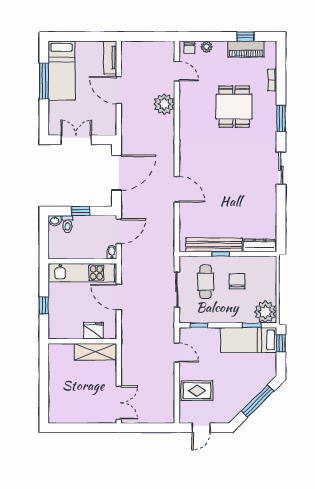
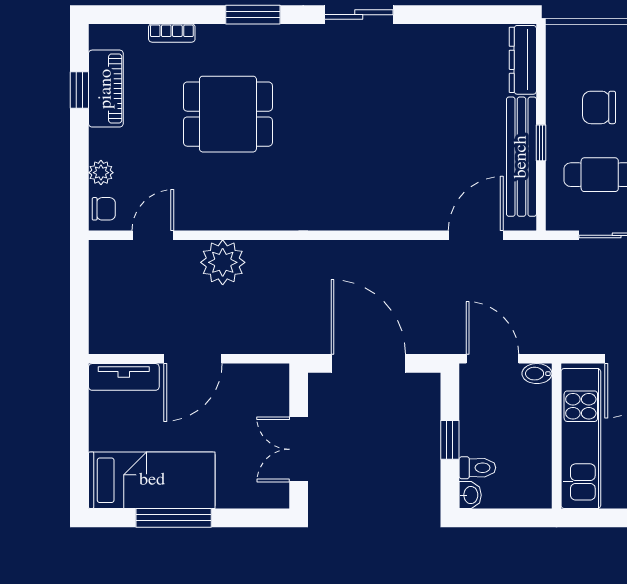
door: (177, 189) -> (476, 235), moved

